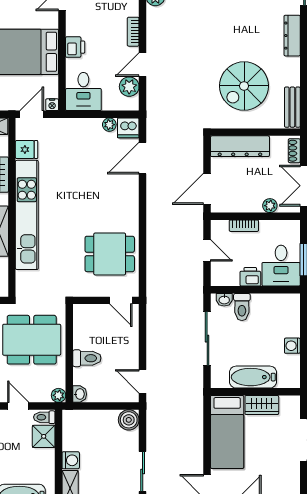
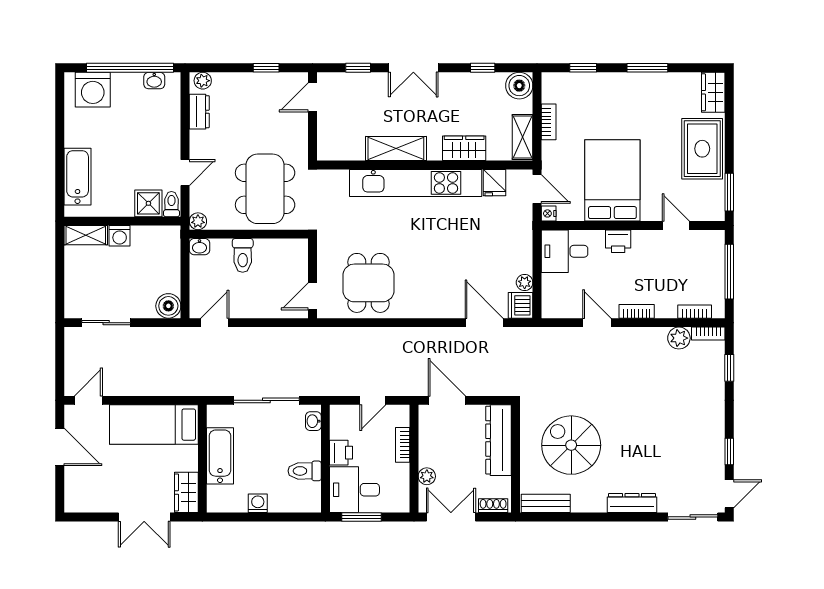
plant: (129, 87) -> (570, 307), removed
toilet: (242, 307) -> (305, 471), moved
wardrobe: (262, 405) -> (186, 492), moved

